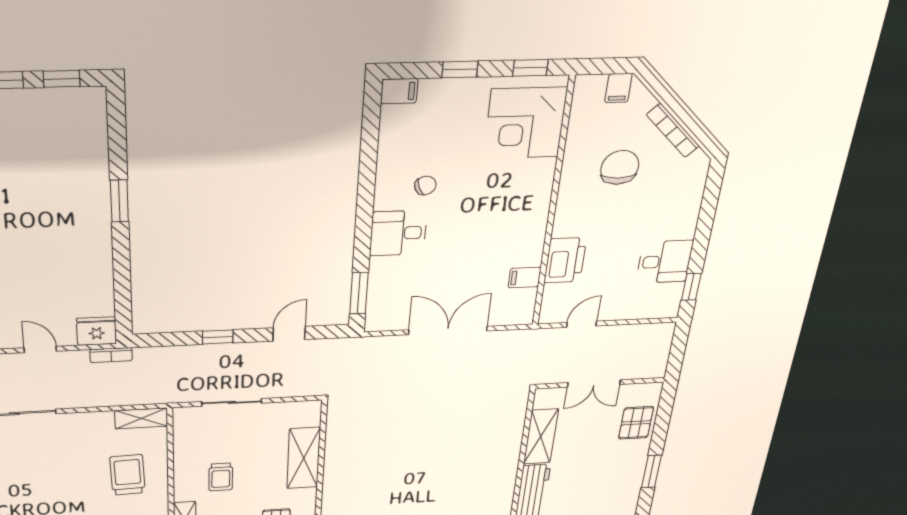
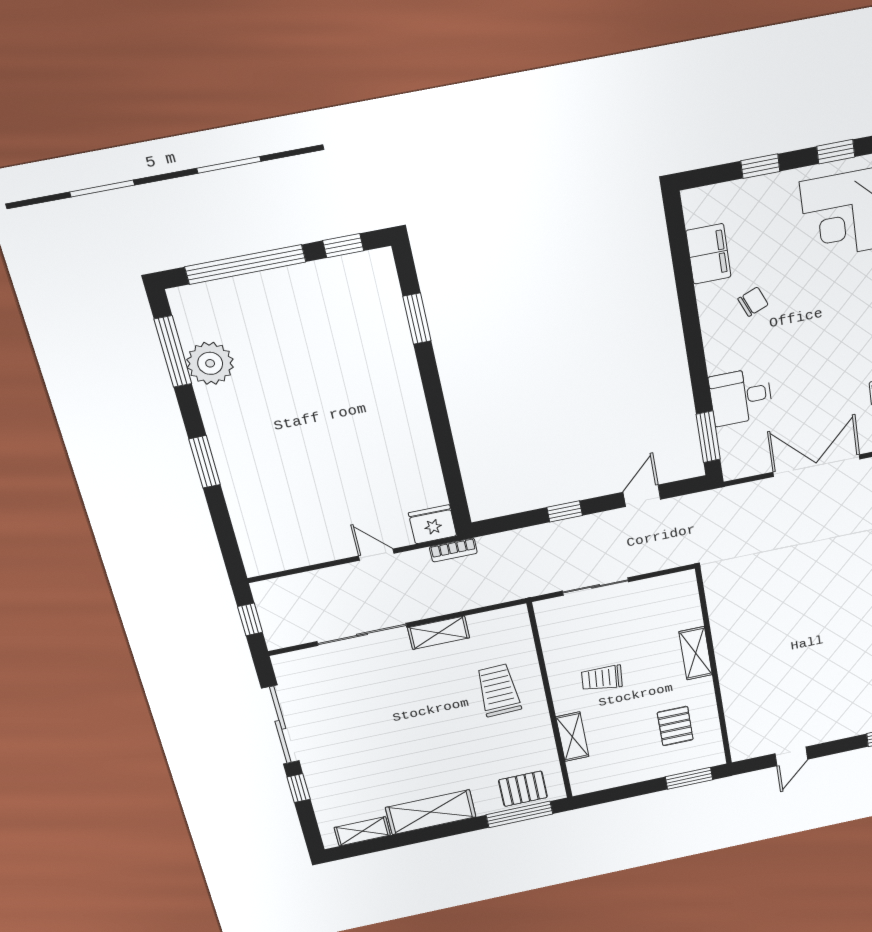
filing cabinet: (399, 91) -> (708, 254), moved, width x2.00
window: (119, 201) -> (417, 319), moved
desk: (398, 233) -> (741, 397), moved
shelving: (141, 418) -> (439, 633), moved
shelving: (304, 458) -> (696, 653), width x0.67, depth x0.75
trolley: (221, 477) -> (602, 678), turned 95

